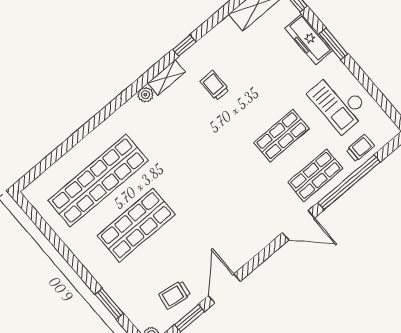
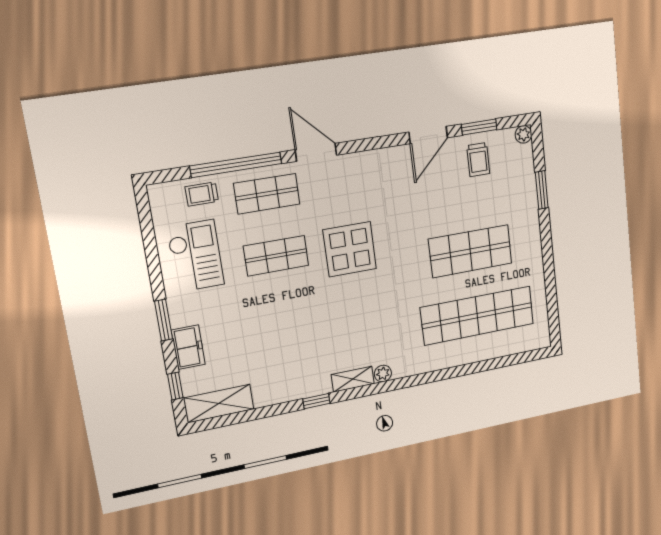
freezer: (309, 39) -> (188, 347), width x0.71
trolley: (214, 85) -> (312, 345), removed
display table: (230, 172) -> (350, 249), added
trolley: (175, 295) -> (478, 160), turned 81

